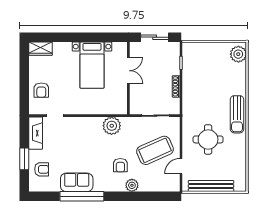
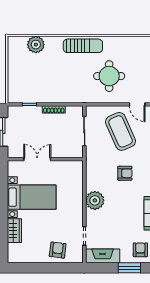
wardrobe: (41, 49) -> (14, 231), moved
plant: (238, 54) -> (36, 45), moved
armchair: (41, 90) -> (58, 250), turned -83
plant: (112, 126) -> (95, 200), moved
armchair: (120, 165) -> (125, 173), moved

